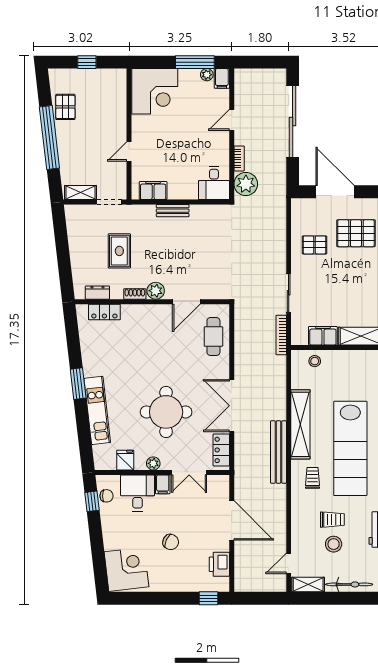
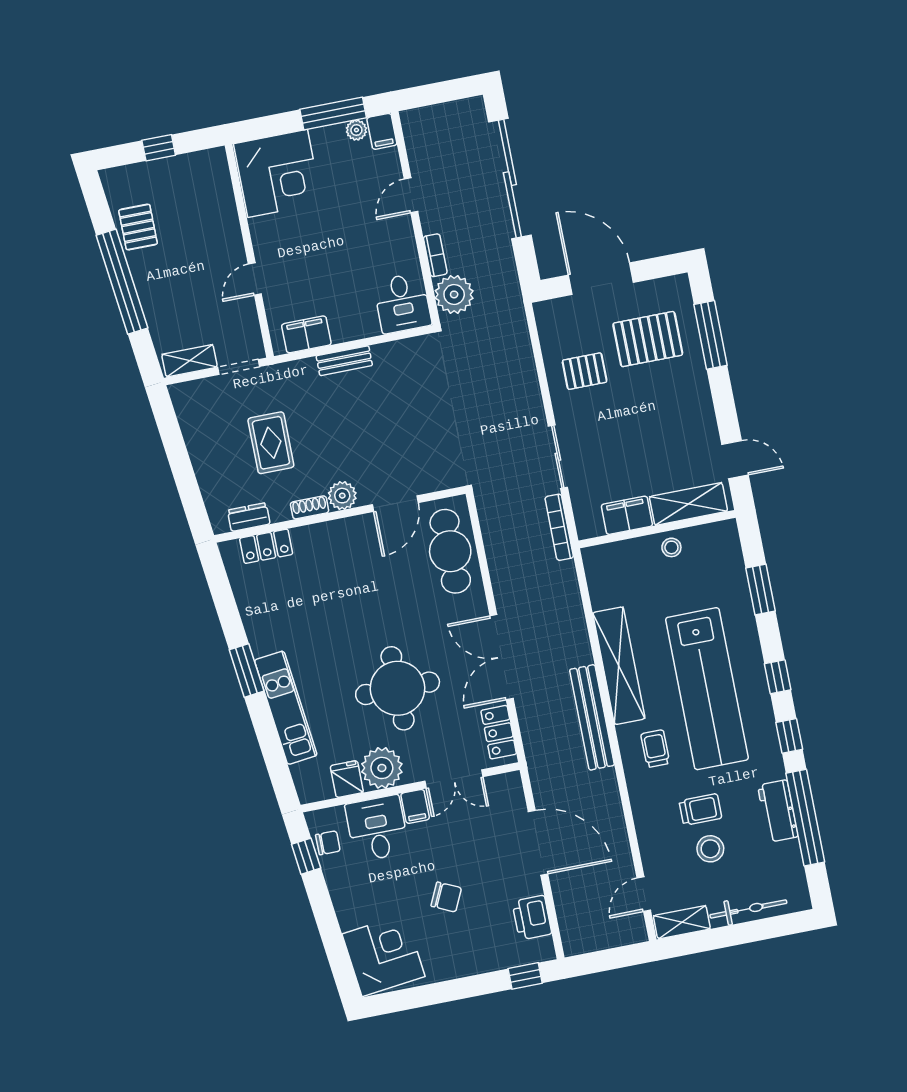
cafe table: (213, 337) -> (450, 551), width x1.37, depth x1.35
stool: (315, 361) -> (671, 547), moved
plant: (153, 463) -> (382, 768), width x1.88, depth x1.88

